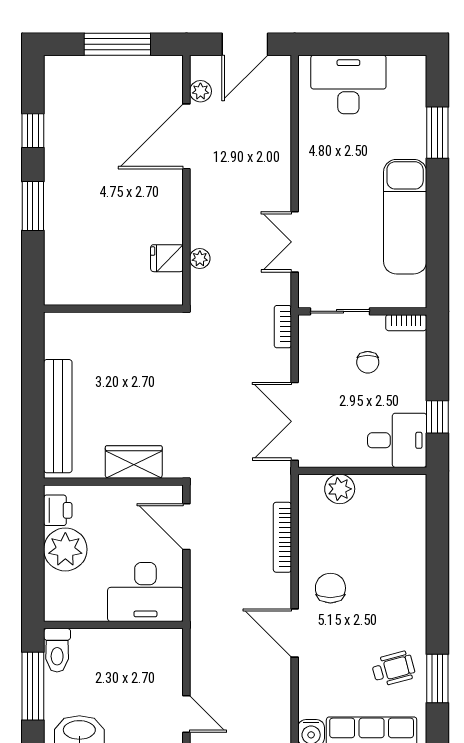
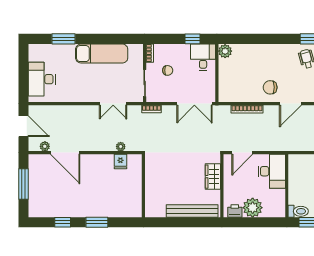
plant: (340, 489) -> (225, 51), moved

